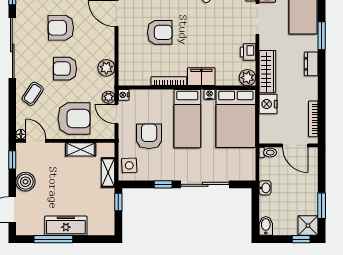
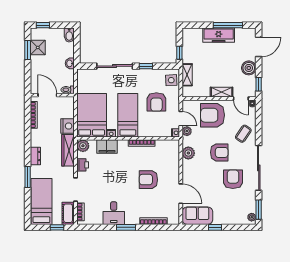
armchair: (61, 28) -> (233, 179), moved, turned -89
filing cabinet: (201, 77) -> (107, 146), moved
shelving: (81, 149) -> (222, 92), moved
shower: (308, 226) -> (38, 47), moved

